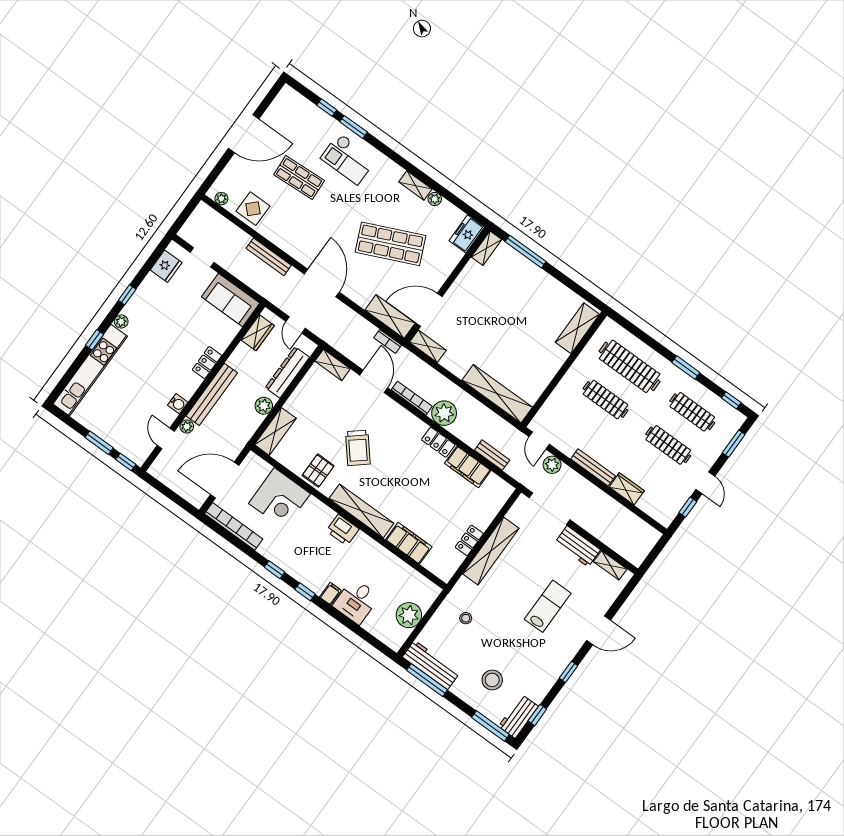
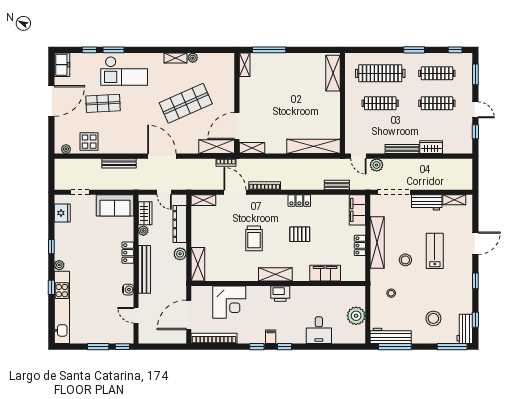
checkout: (348, 159) -> (124, 71), width x1.36, depth x1.21
freezer: (467, 234) -> (62, 65), moved, turned 180
plant: (444, 413) -> (290, 181), removed
plant: (187, 427) -> (143, 231), moved
trolley: (358, 448) -> (254, 238), turned 40
filing cabinet: (468, 467) -> (357, 210), moved, turned 90
pallet: (318, 471) -> (300, 234), moved, turned 90
shelving: (361, 511) -> (275, 274), width x0.68
stool: (508, 593) -> (405, 260), added
filing cabinet: (330, 594) -> (271, 337), moved

